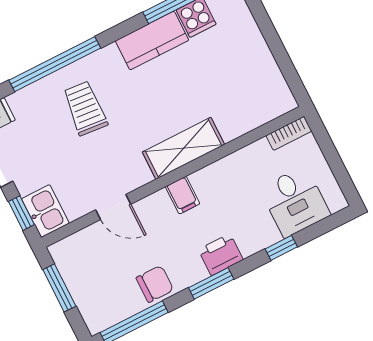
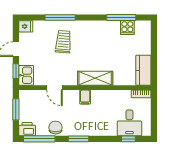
kitchen counter: (152, 41) -> (143, 70), moved, turned 90
window: (55, 64) -> (60, 17), width x0.68
window: (281, 248) -> (128, 139), moved
printer: (221, 255) -> (27, 129), moved
chair: (155, 284) -> (56, 127), turned -90

